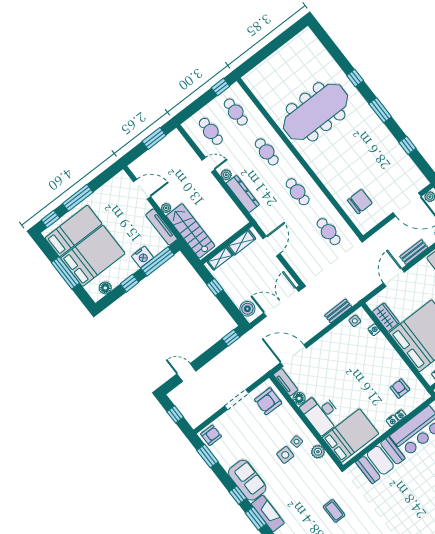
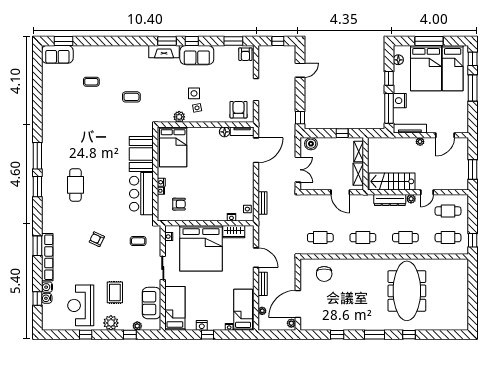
stairs: (191, 231) -> (392, 181), moved, turned 180
double door: (281, 302) -> (298, 170), width x0.73
desk: (321, 413) -> (203, 139), removed

